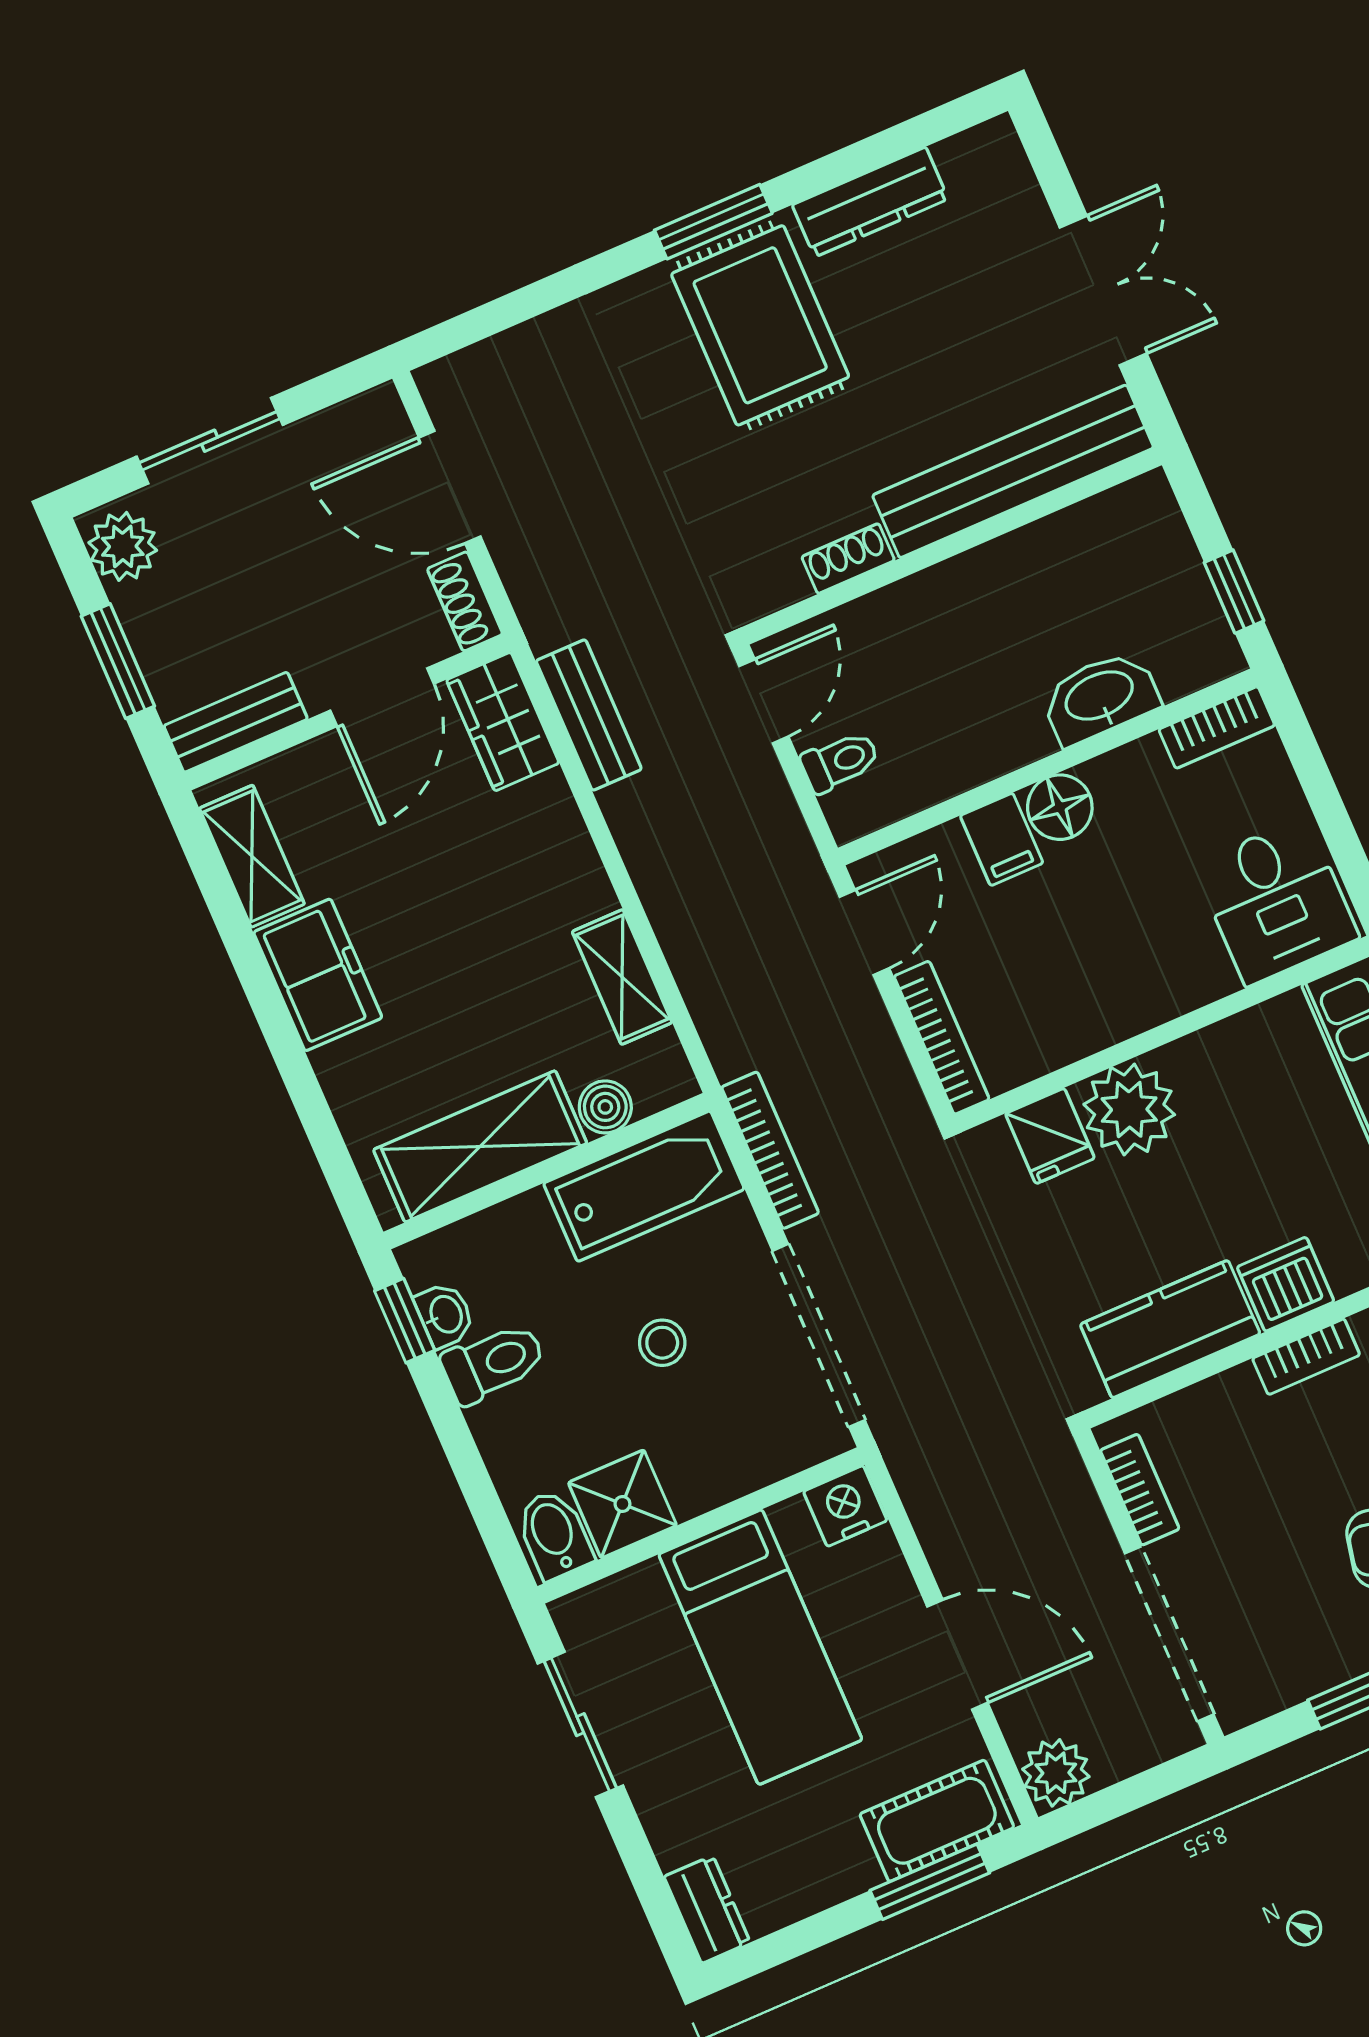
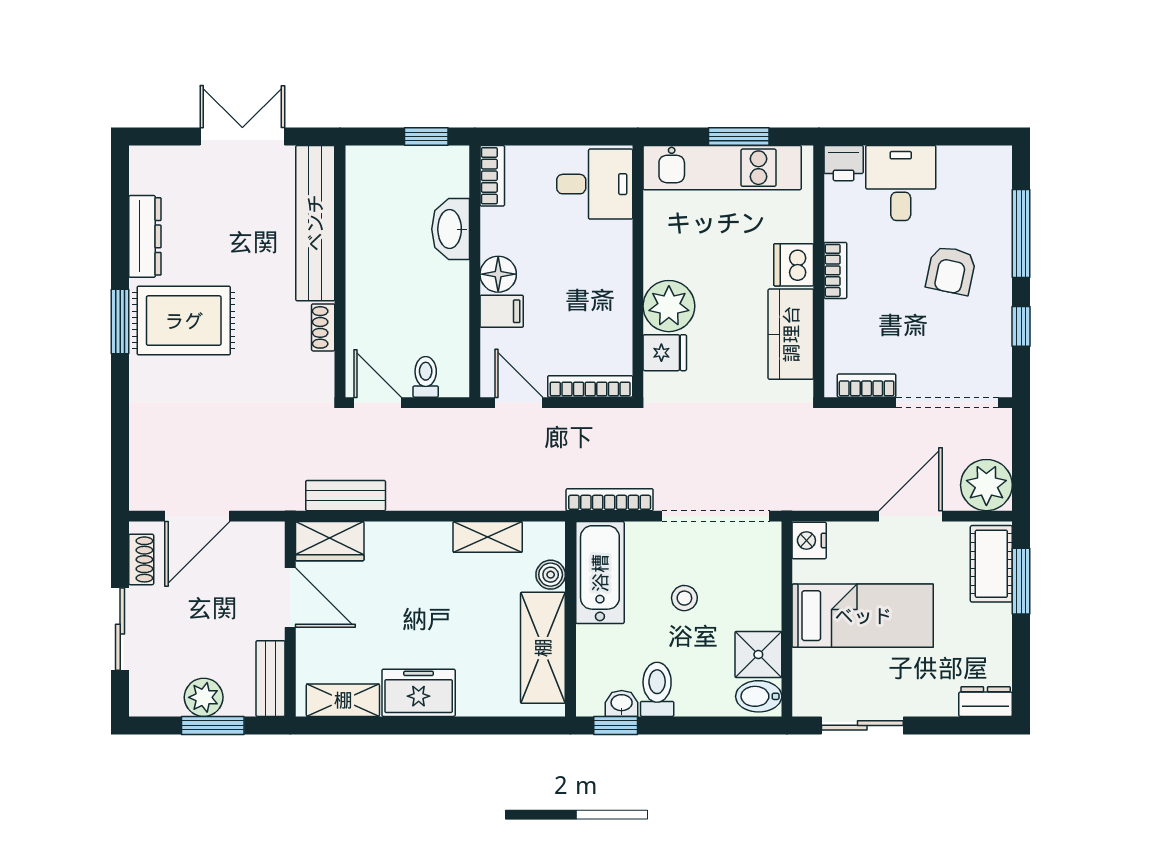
plant: (123, 546) -> (204, 697), moved
shoe rack: (465, 601) -> (141, 559), moved, turned -90
plant: (1056, 1773) -> (986, 485), width x1.36, depth x1.36

